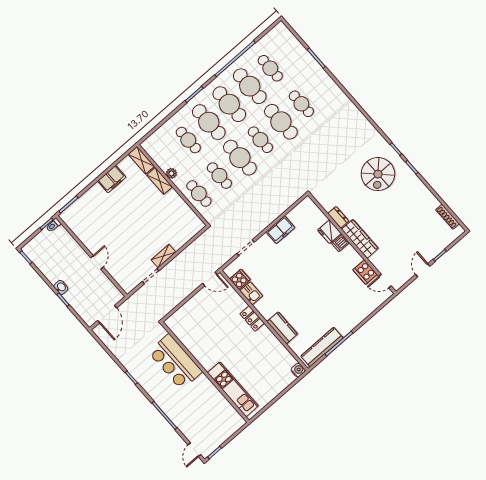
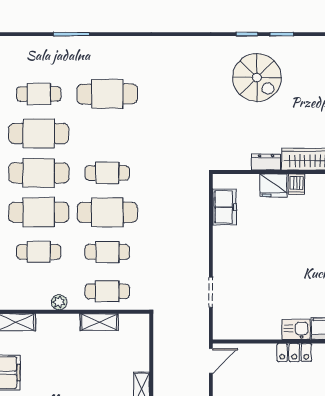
cafe table: (301, 104) -> (107, 94), width x1.37, depth x1.35
cafe table: (281, 122) -> (107, 133), removed
shelving: (160, 181) -> (99, 322), moved
freezer: (280, 230) -> (224, 207), moved
cooker: (240, 279) -> (240, 329), removed
kitchen sink: (251, 293) -> (296, 329), moved

